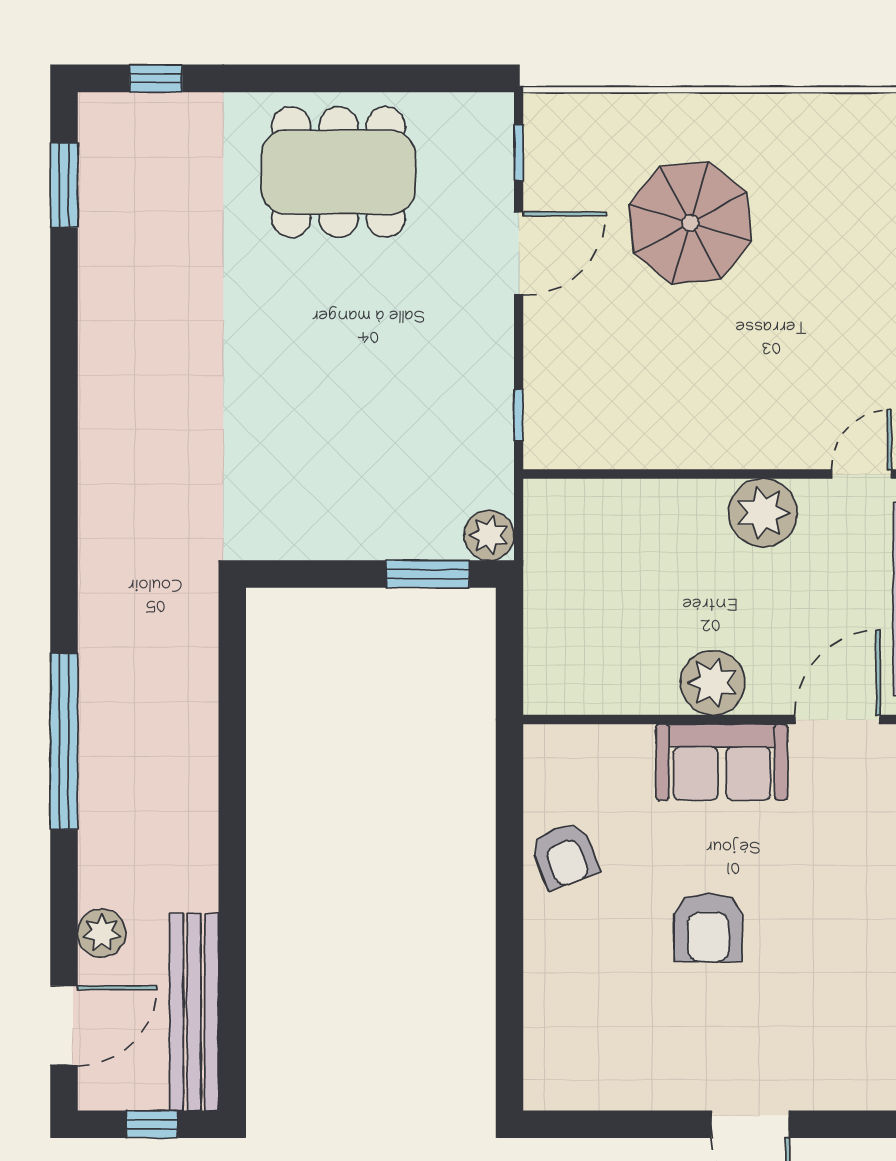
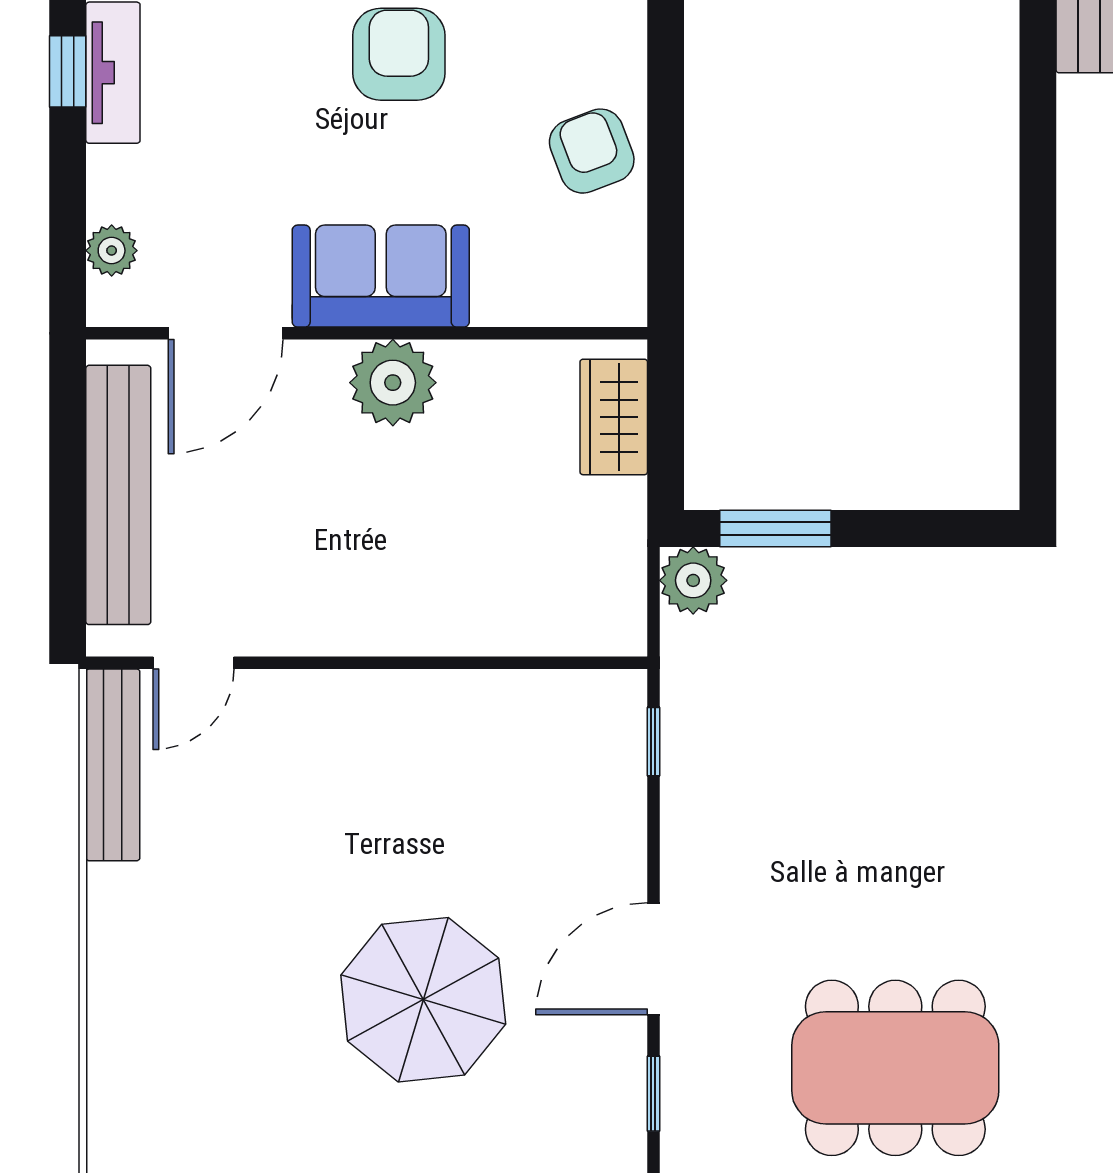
plant: (763, 513) -> (326, 611), removed
wardrobe: (548, 657) -> (614, 417), added

